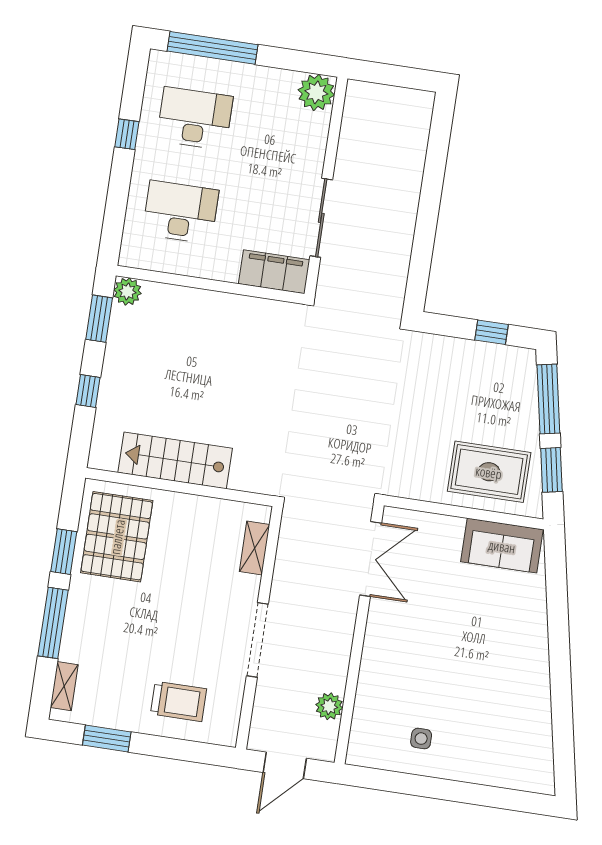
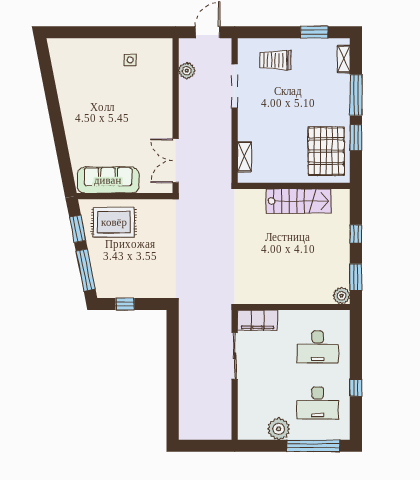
plant: (316, 92) -> (279, 429), moved
sofa: (502, 546) -> (108, 180), width x1.36
doorway: (257, 640) -> (235, 86), moved

